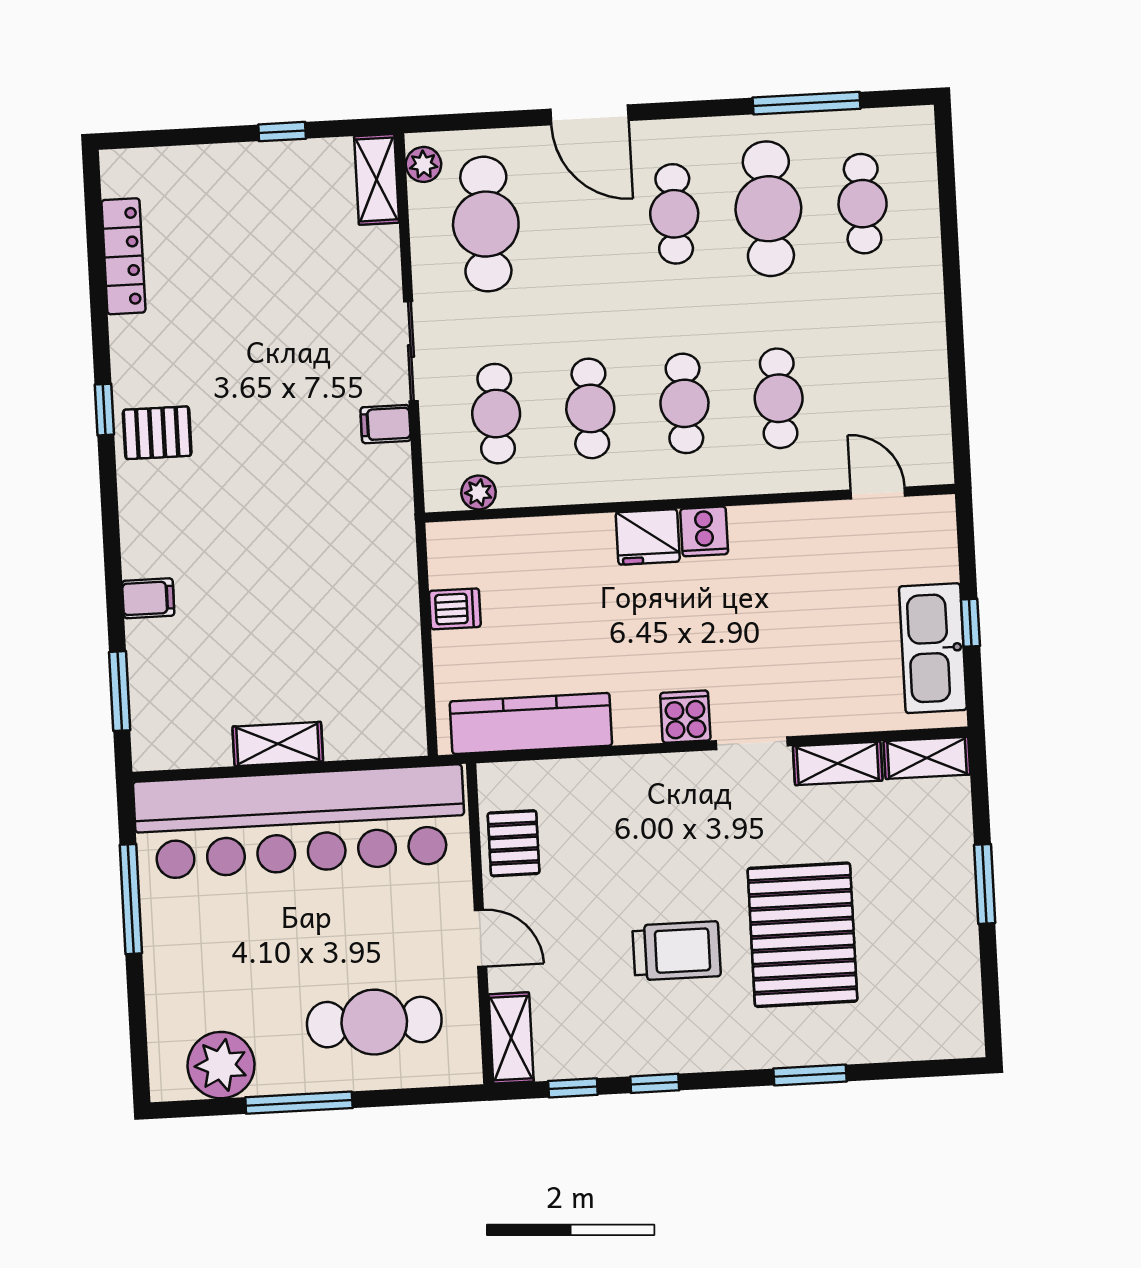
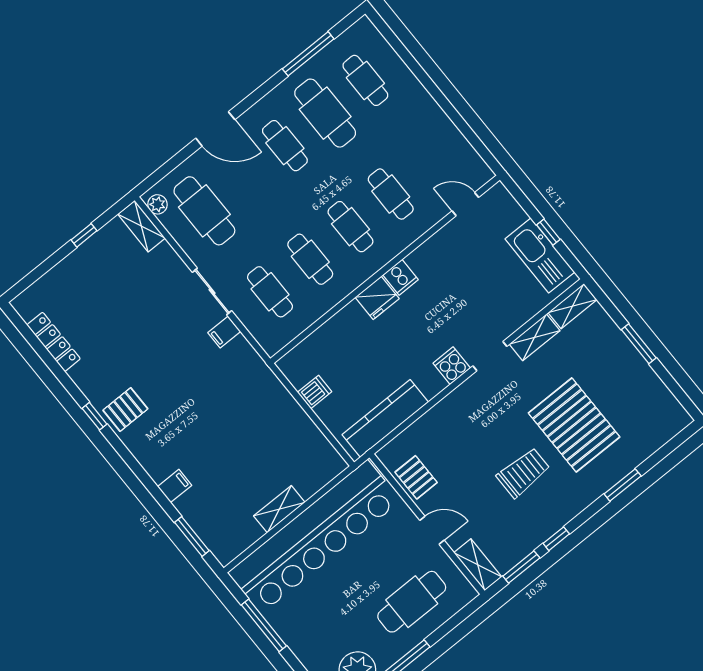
plant: (479, 492) -> (288, 333), removed
window: (573, 1088) -> (521, 567), width x1.50

